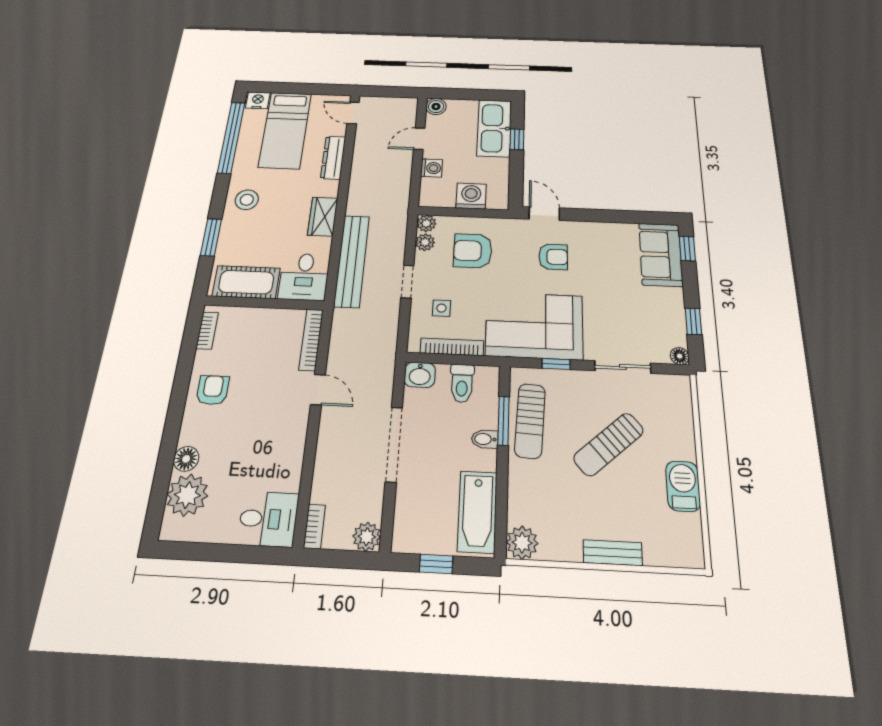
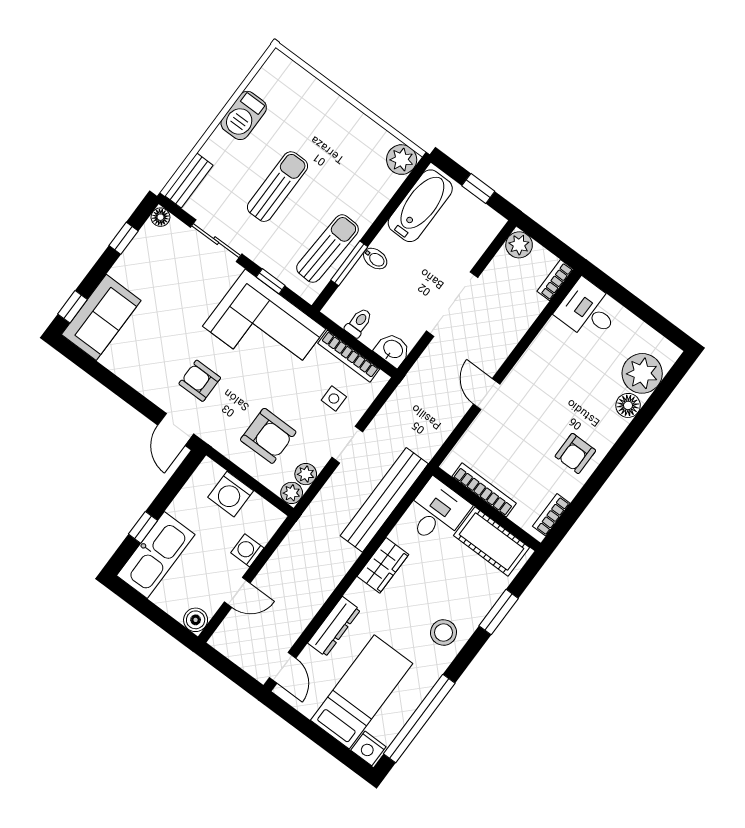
bookcase: (311, 340) -> (484, 490), moved, turned -90
toilet: (462, 383) -> (359, 323), width x0.73, depth x0.72
sun lounger: (609, 444) -> (278, 187), turned -49
bench: (613, 553) -> (189, 181), moved, turned 90

